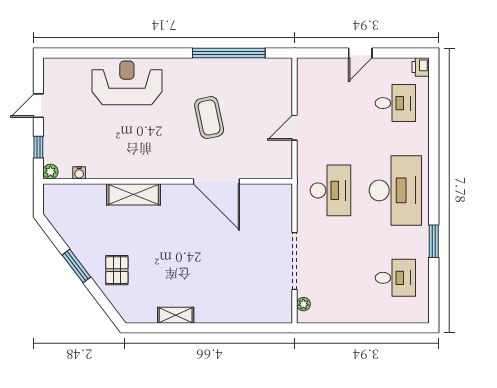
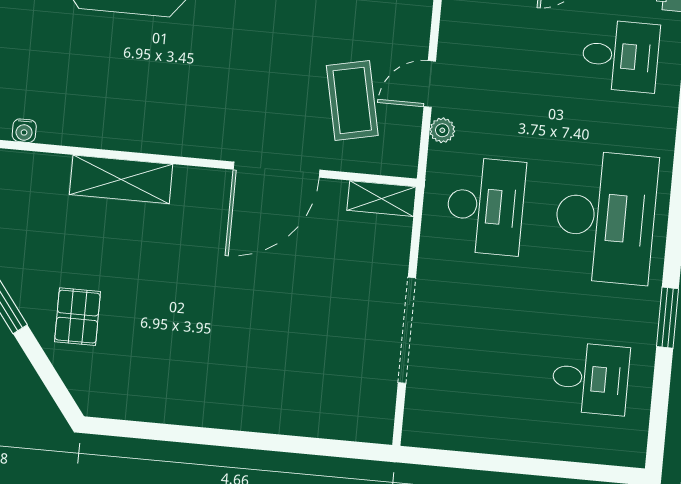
coffee table: (209, 118) -> (352, 100), moved
door: (216, 181) -> (276, 170), hinge flipped
plant: (303, 304) -> (442, 130), moved
shelving: (176, 315) -> (382, 199), moved

